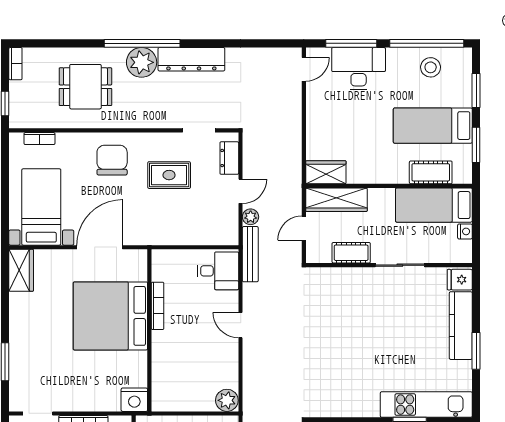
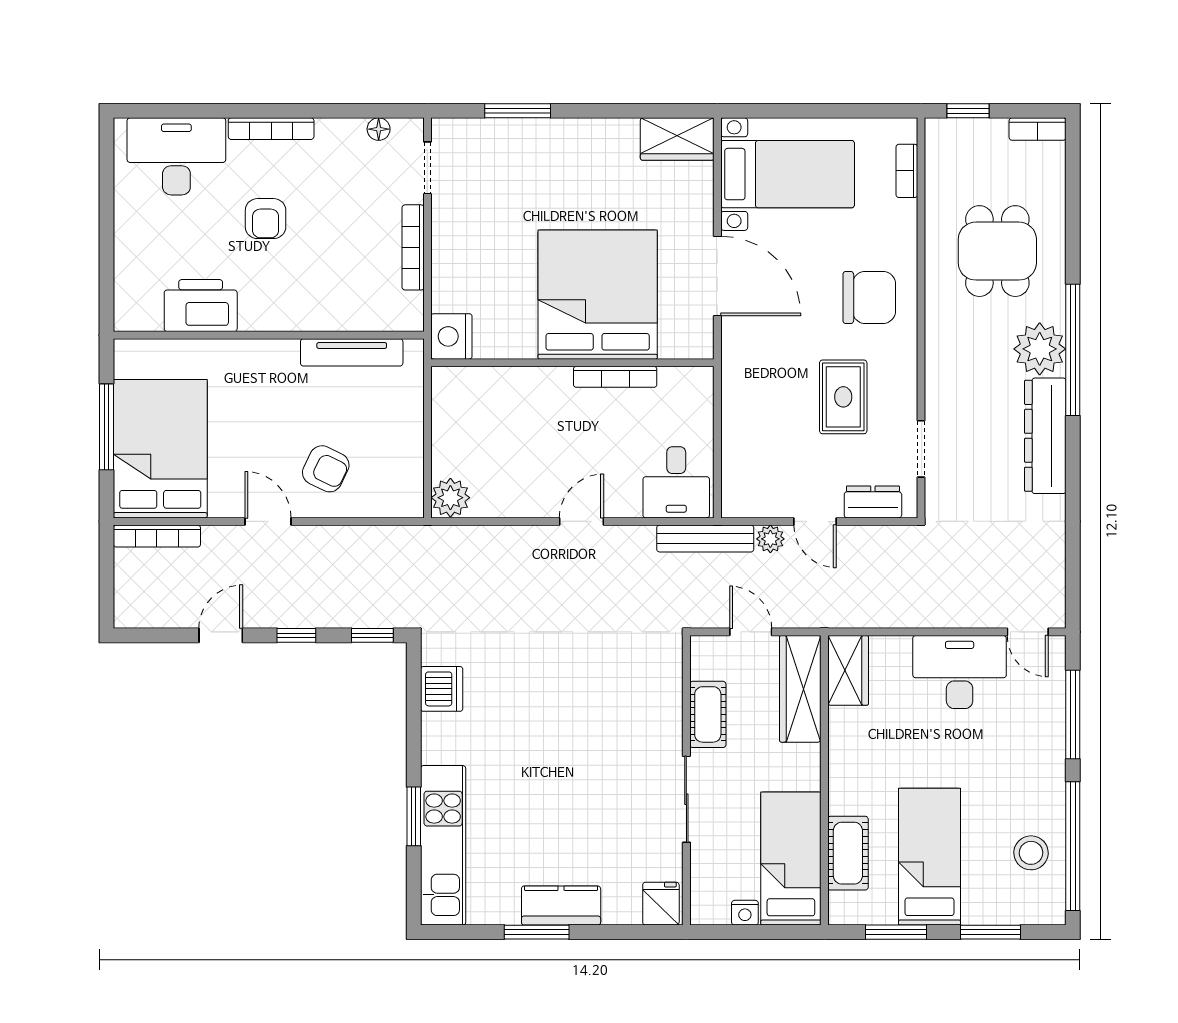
desk: (359, 68) -> (960, 672), moved, turned -90
kitchen counter: (461, 326) -> (561, 906), width x0.67
dishwasher: (337, 405) -> (442, 689), added

